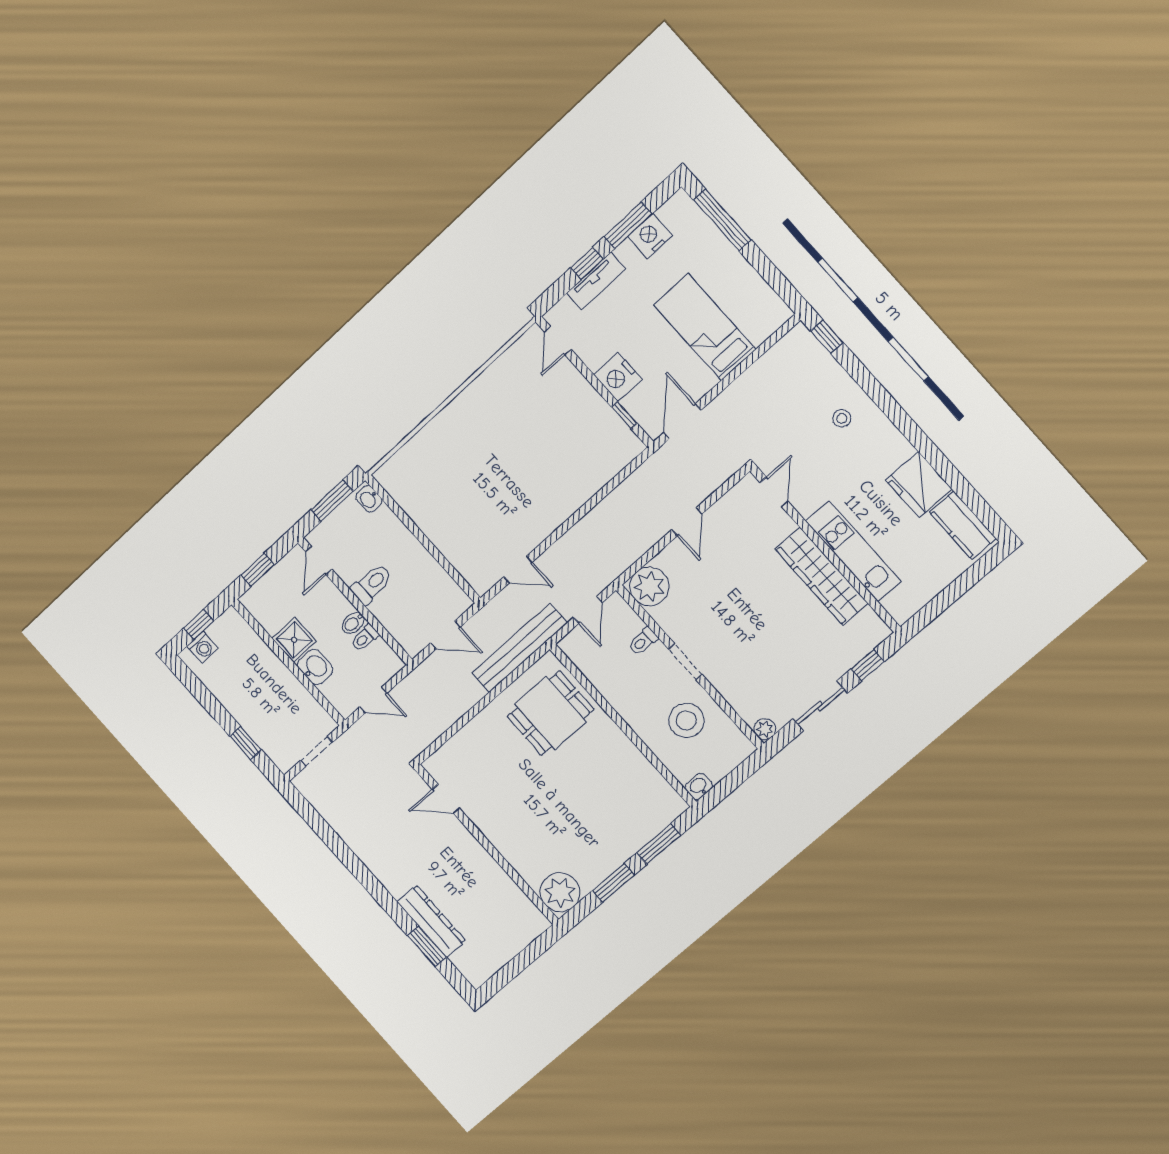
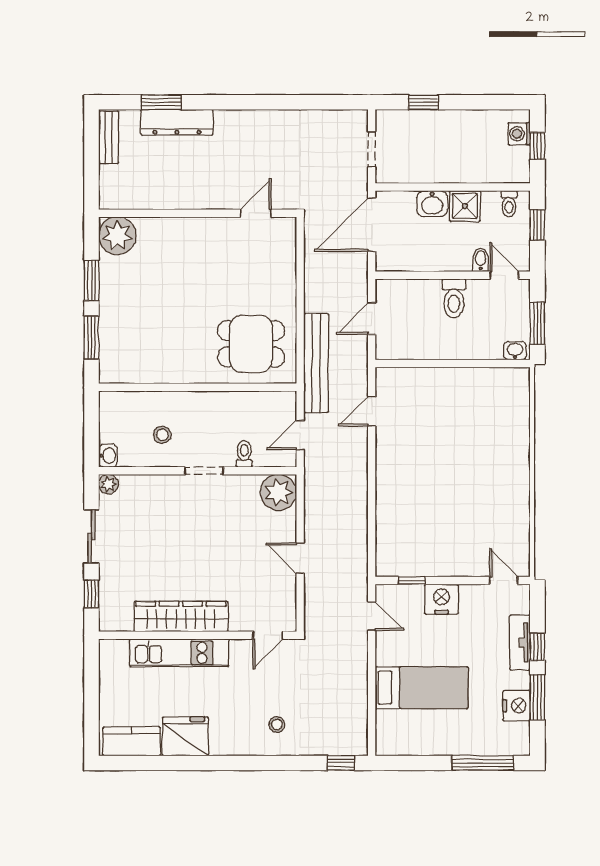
door: (682, 421) -> (372, 616), width x0.73
door: (774, 492) -> (268, 635), hinge flipped
door: (588, 610) -> (300, 435), hinge flipped
bidet: (353, 623) -> (481, 260), moved
toilet: (365, 638) -> (509, 204), moved, turned 180
door: (373, 700) -> (372, 225), width x1.88
dining table: (550, 713) -> (251, 344), turned 90
stool: (686, 720) -> (162, 435), width x0.53, depth x0.53
washbasin: (699, 786) -> (108, 456), moved
bench: (490, 965) -> (109, 137), added

